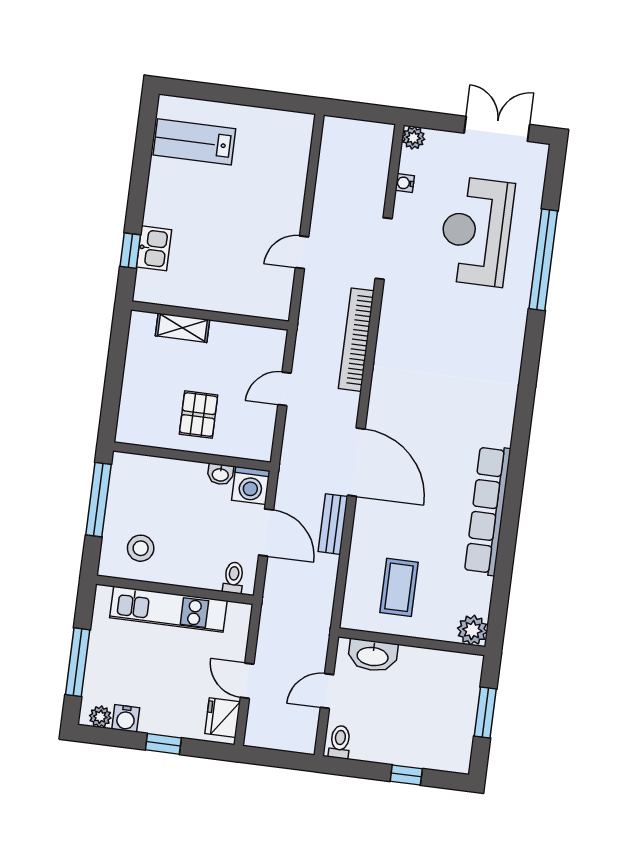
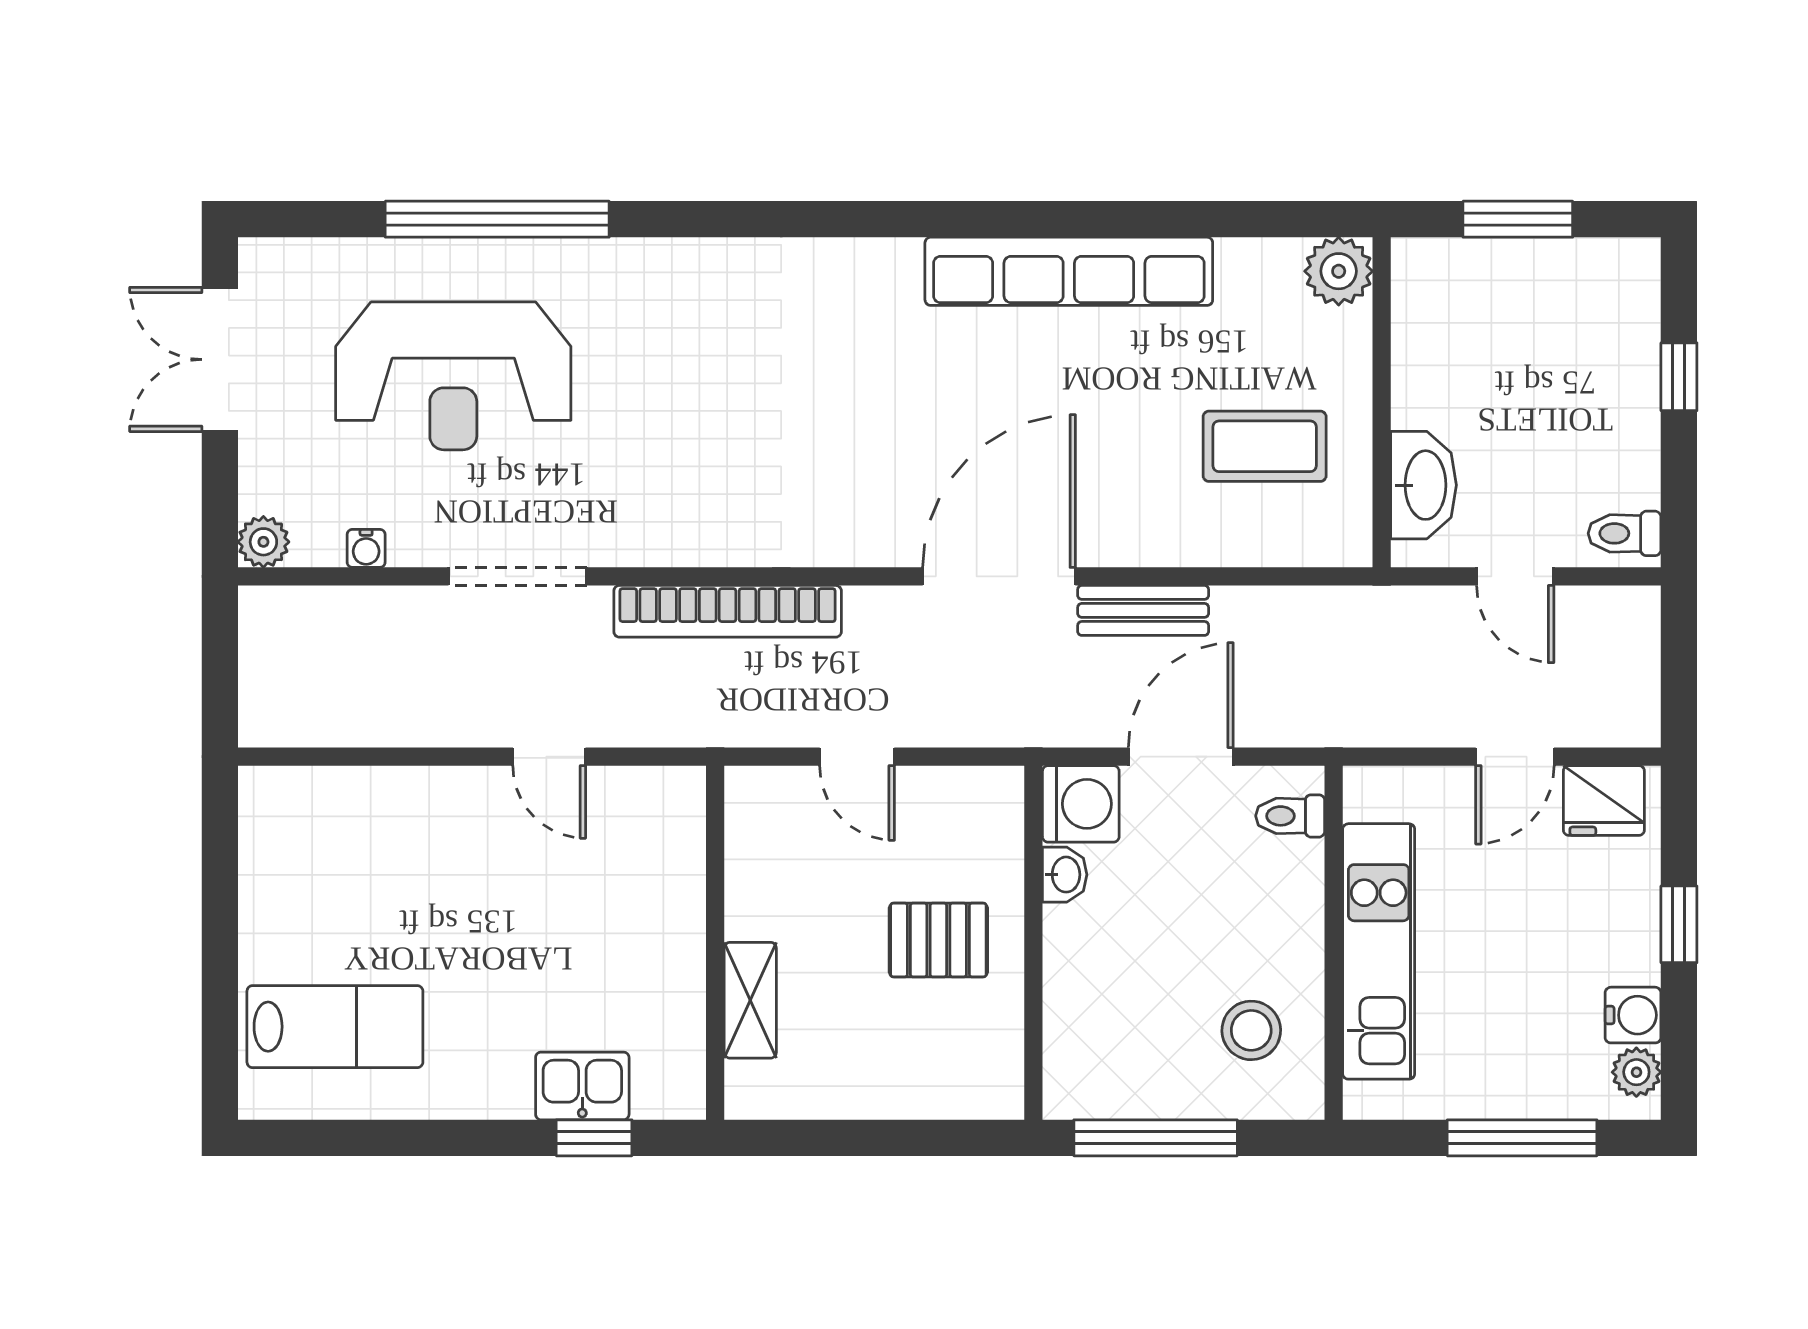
lab bench: (194, 142) -> (335, 1027), turned -90

